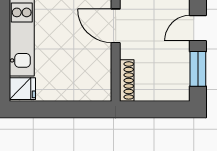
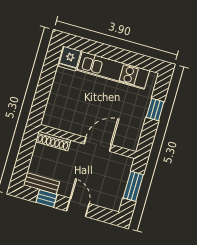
window: (198, 69) -> (46, 198), width x0.67
bench: (182, 80) -> (41, 183), added

